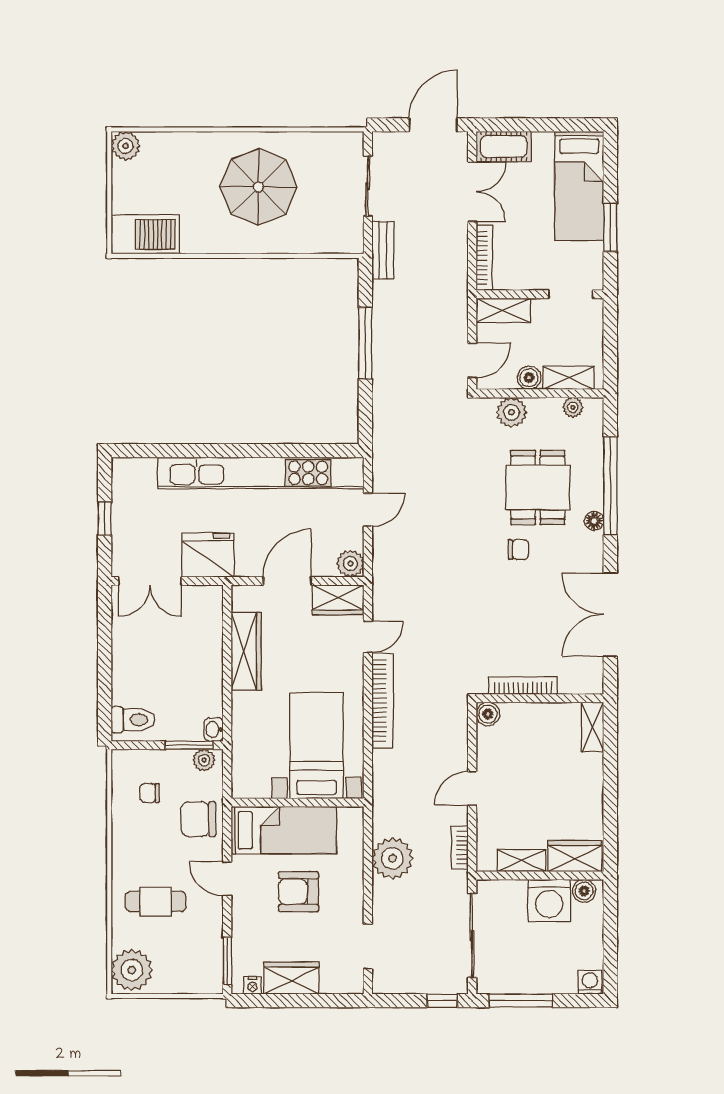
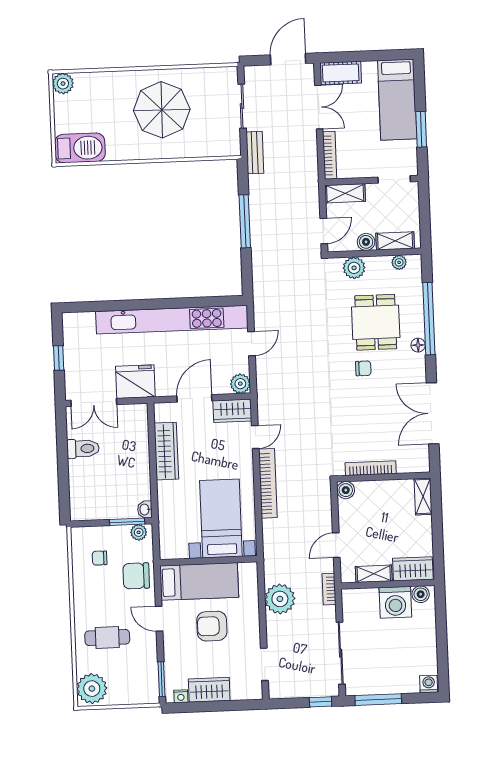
toilet: (133, 720) -> (83, 449), moved
wardrobe: (575, 856) -> (413, 569), moved
shelving: (521, 861) -> (374, 574), moved
wall: (540, 876) -> (388, 584), moved
boiler: (584, 891) -> (421, 594), moved
washing machine: (549, 901) -> (395, 602), moved

